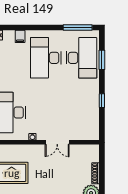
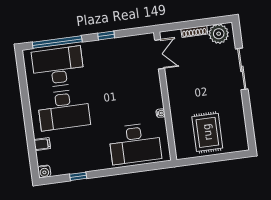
window: (78, 27) -> (22, 76), removed
window: (102, 60) -> (57, 42), width x2.11
double door: (57, 142) -> (160, 54), moved

